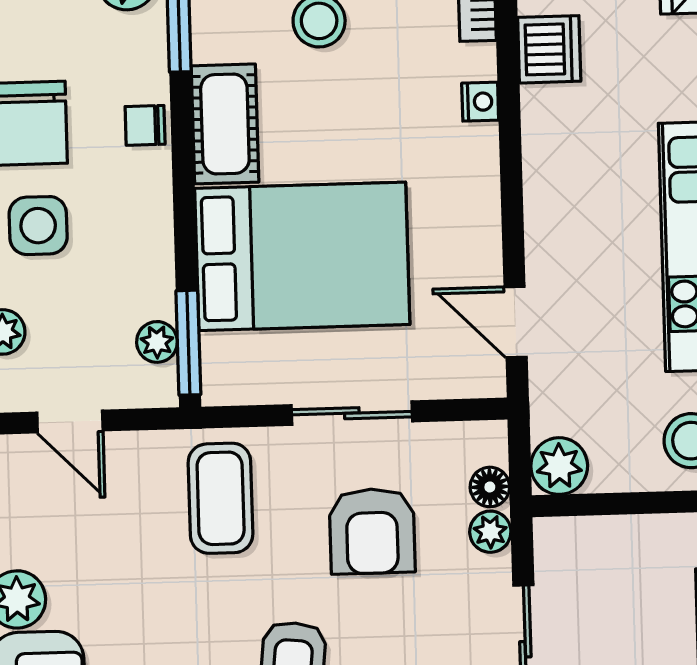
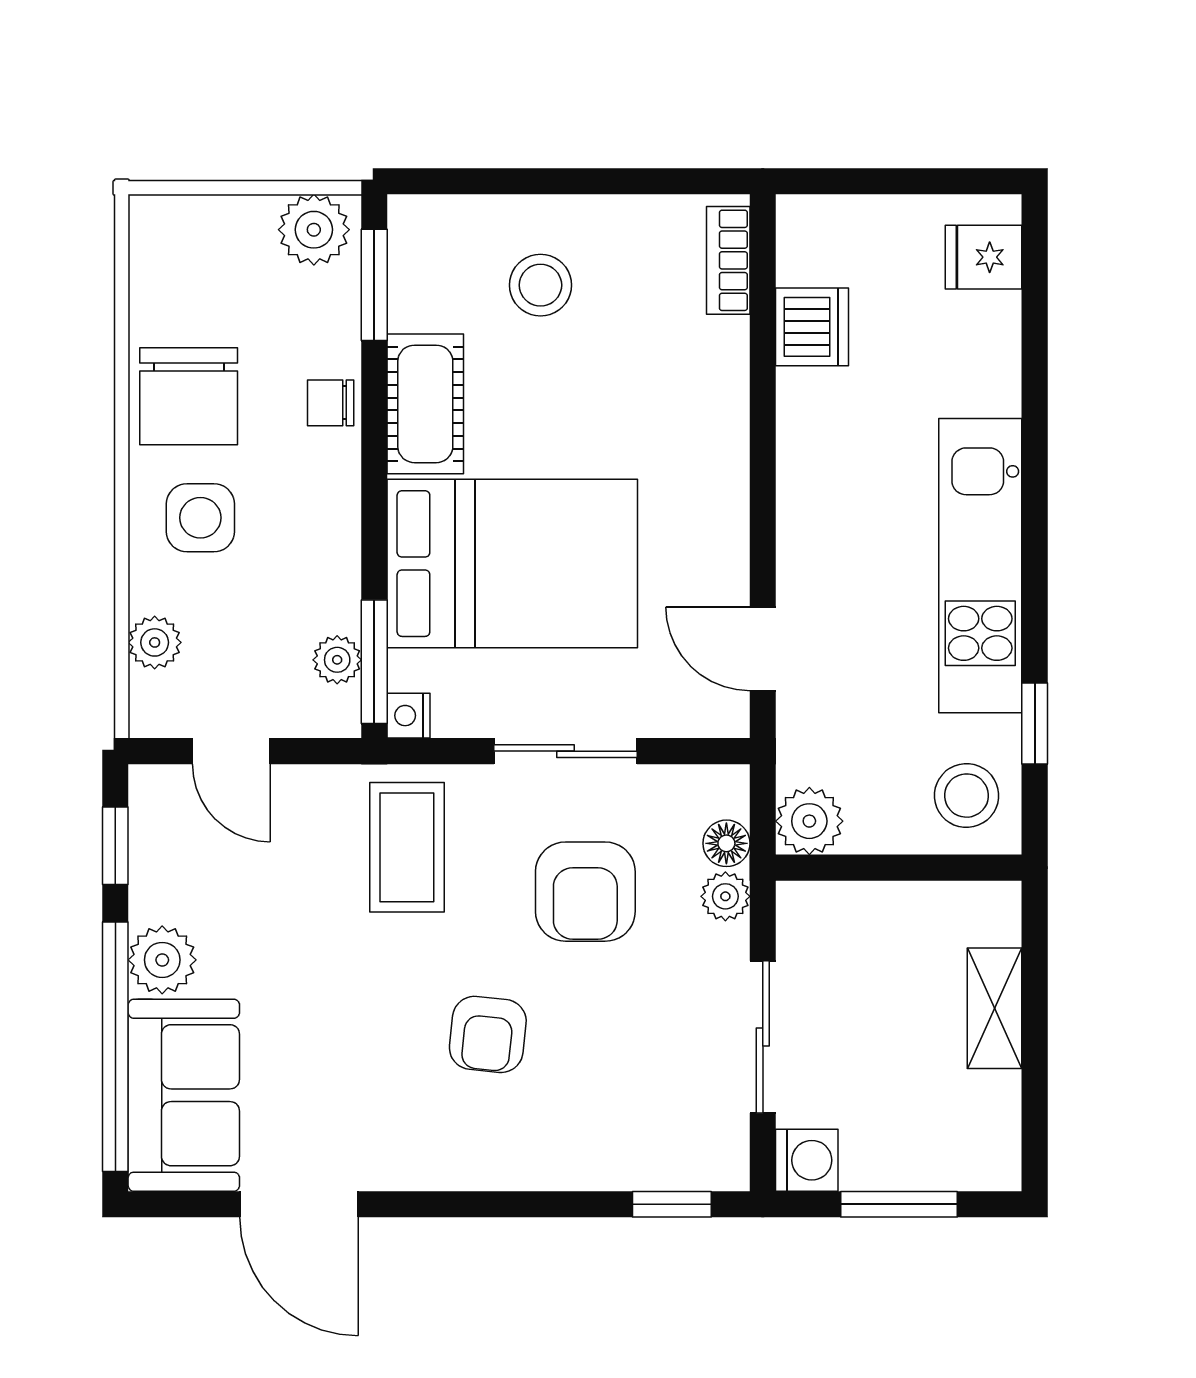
nightstand: (480, 102) -> (409, 716), moved, turned 180

